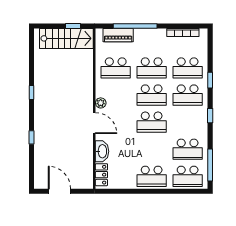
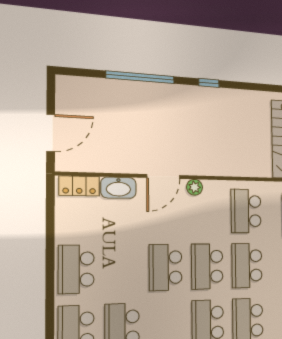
window: (32, 137) -> (140, 77), width x3.17
door: (59, 191) -> (51, 133), moved

